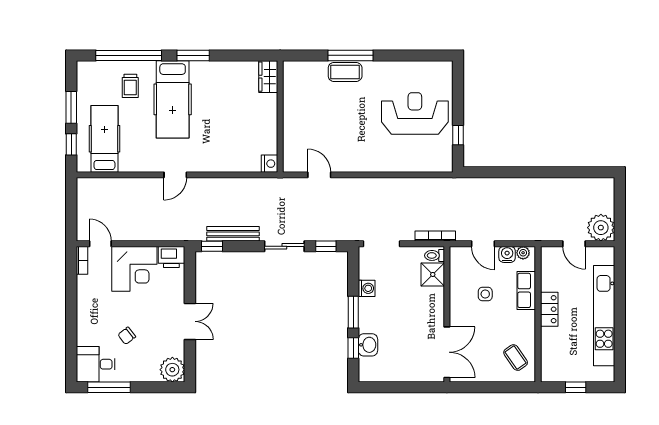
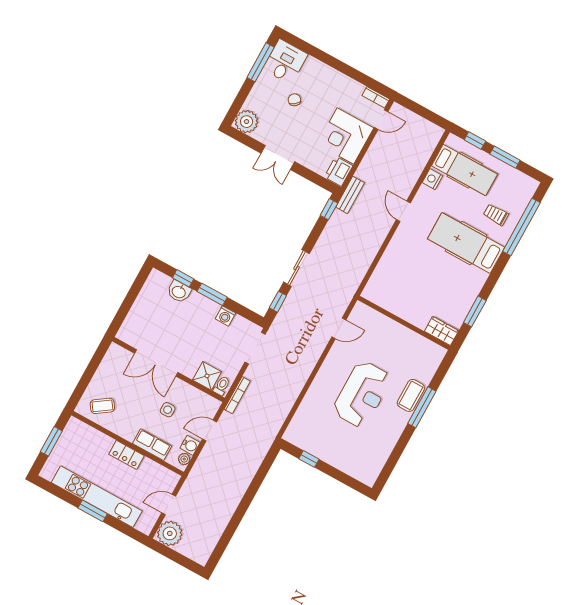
window: (193, 55) -> (475, 311), moved
reception desk: (415, 113) -> (362, 394), moved
nightstand: (270, 164) -> (432, 179), moved, turned 90
bench: (233, 234) -> (350, 195), moved, width x0.73
window: (620, 312) -> (93, 511), added
double door: (447, 352) -> (156, 363), moved
window: (576, 387) -> (51, 441), width x1.50

